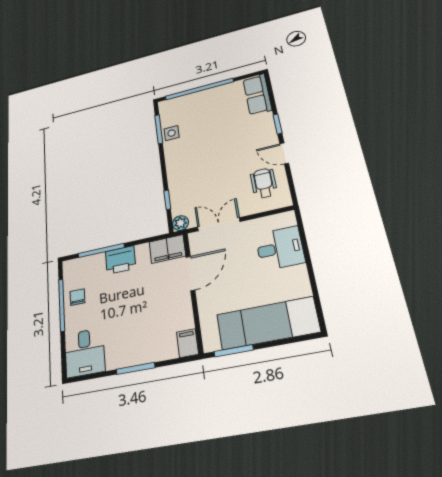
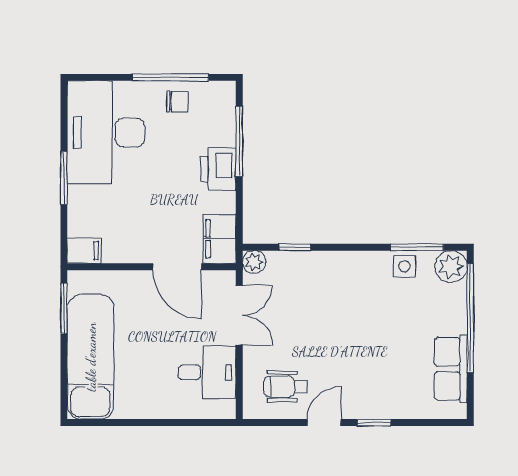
row of seats: (257, 94) -> (451, 369), moved, turned -90
plant: (168, 108) -> (451, 267), added
wheelchair: (264, 183) -> (286, 386), turned 180
desk: (280, 248) -> (207, 372), moved, turned -90
desk: (85, 353) -> (106, 132), width x1.87, depth x1.30

